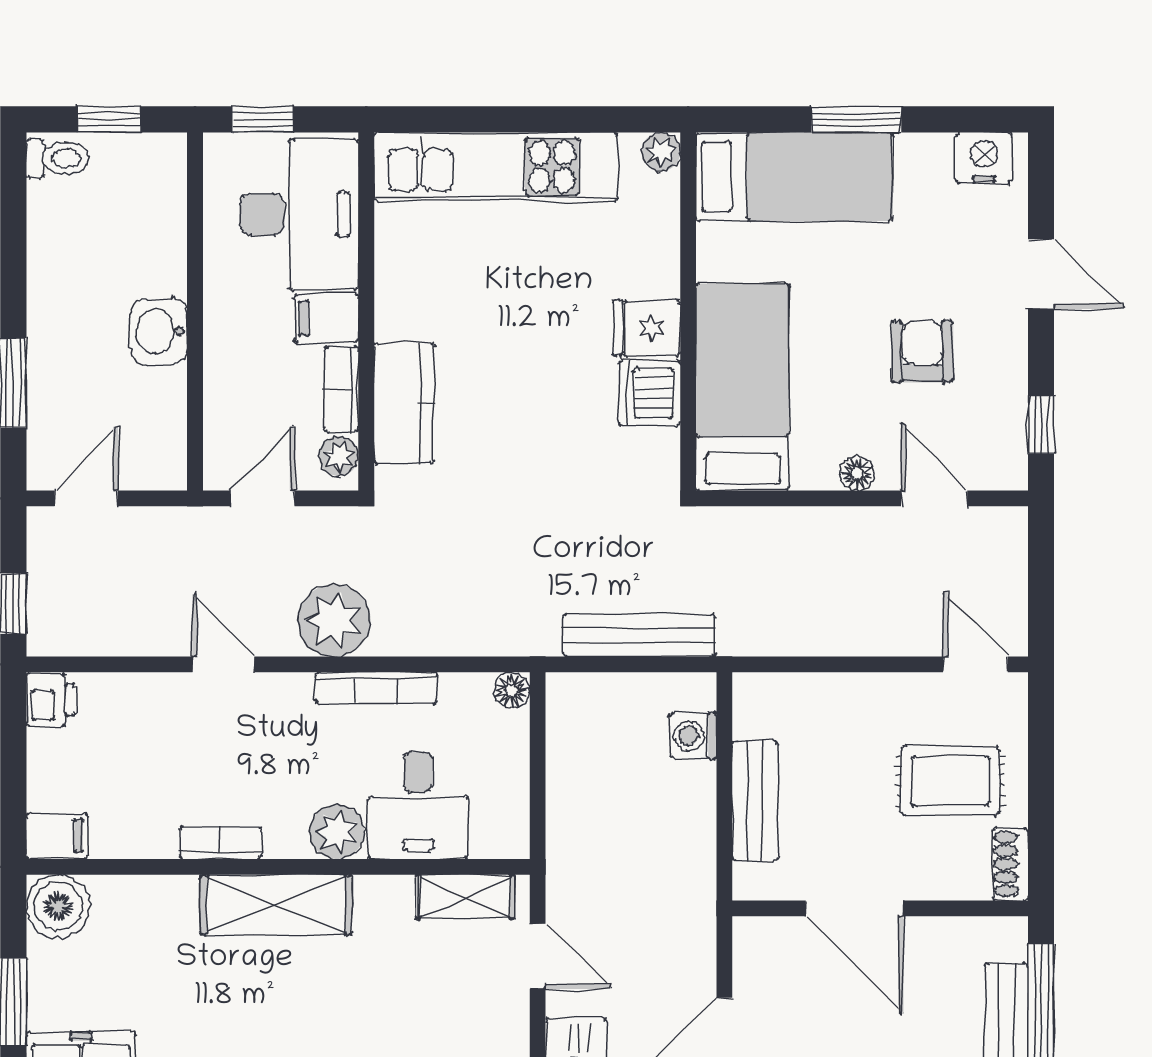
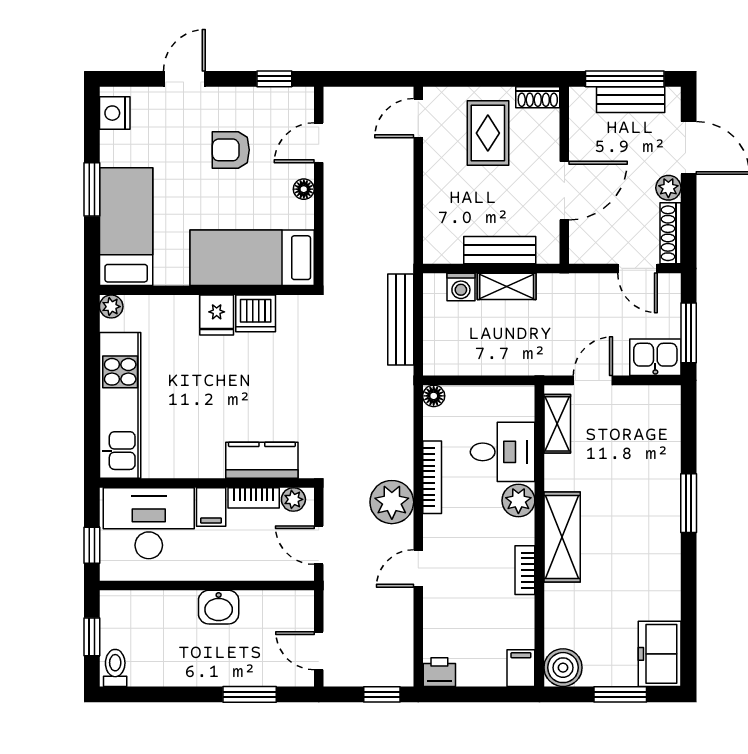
shelving: (695, 812) -> (507, 286), added

